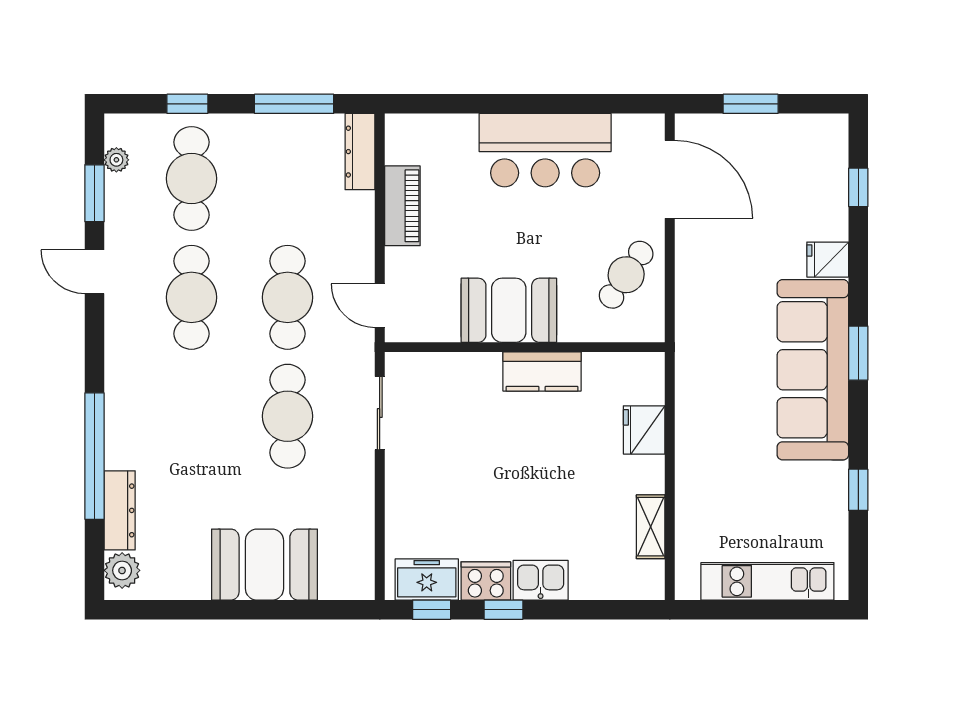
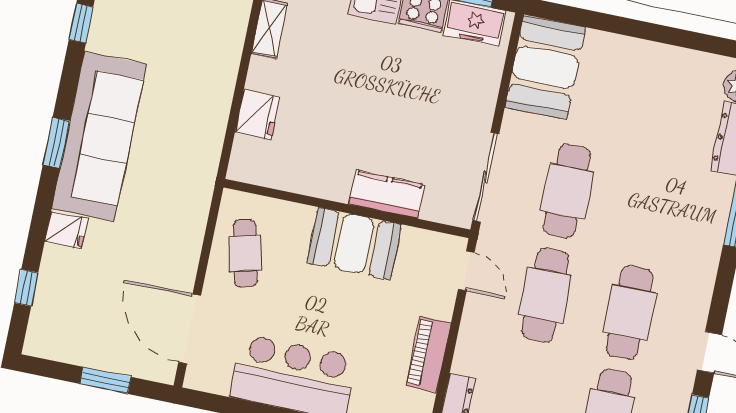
cafe table: (626, 275) -> (245, 253), turned -47
kitchen counter: (542, 371) -> (387, 194), moved
sliding door: (380, 413) -> (486, 177), width x1.37
booth: (264, 565) -> (545, 67), moved, turned 90

